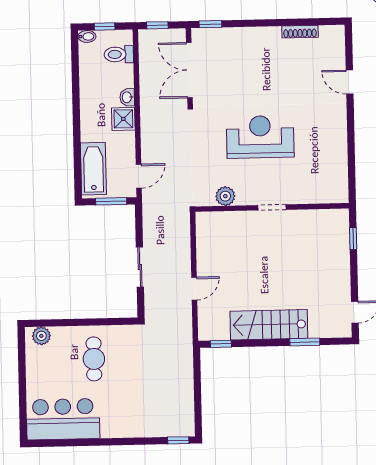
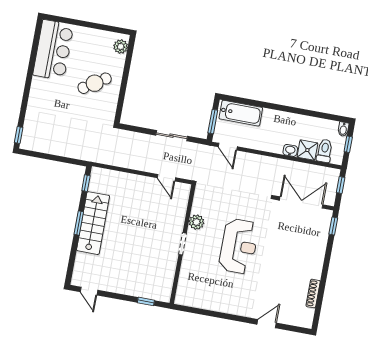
shower: (123, 119) -> (307, 150), moved
plant: (225, 196) -> (197, 222), moved
sliding door: (140, 267) -> (172, 136), moved
door: (194, 289) -> (166, 178), moved
window: (305, 342) -> (79, 223), moved
cafe table: (94, 359) -> (95, 83), turned -33

